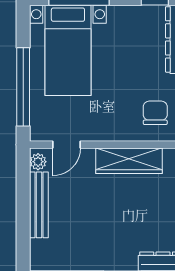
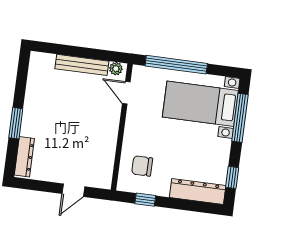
chair: (155, 113) -> (142, 166), turned 180
wardrobe: (129, 161) -> (107, 140), removed

